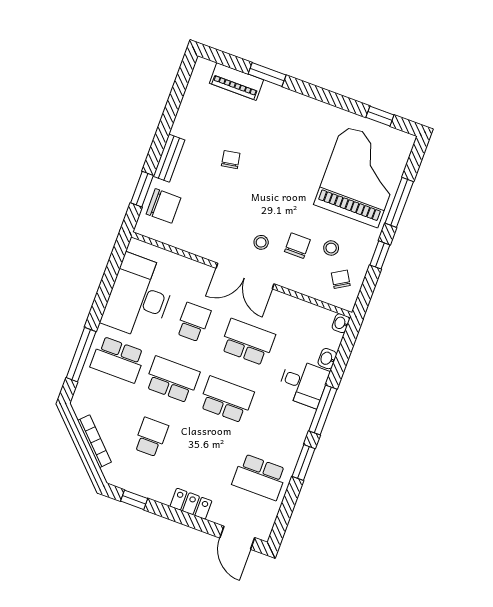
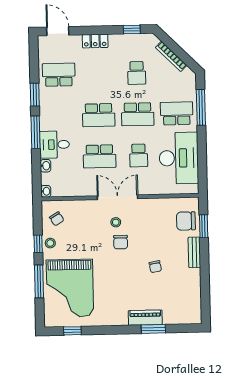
piano: (237, 82) -> (145, 318), moved
chair: (297, 246) -> (121, 242), moved
stool: (331, 248) -> (50, 243), moved

